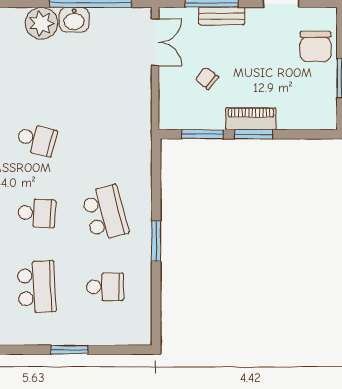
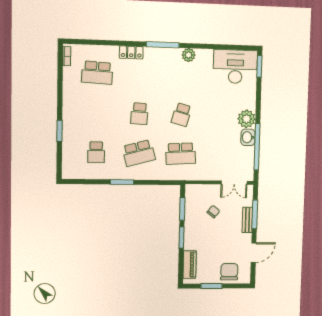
chair: (316, 46) -> (229, 272), turned 90
piano: (251, 119) -> (190, 265), moved
school desk: (37, 287) -> (181, 154), moved

